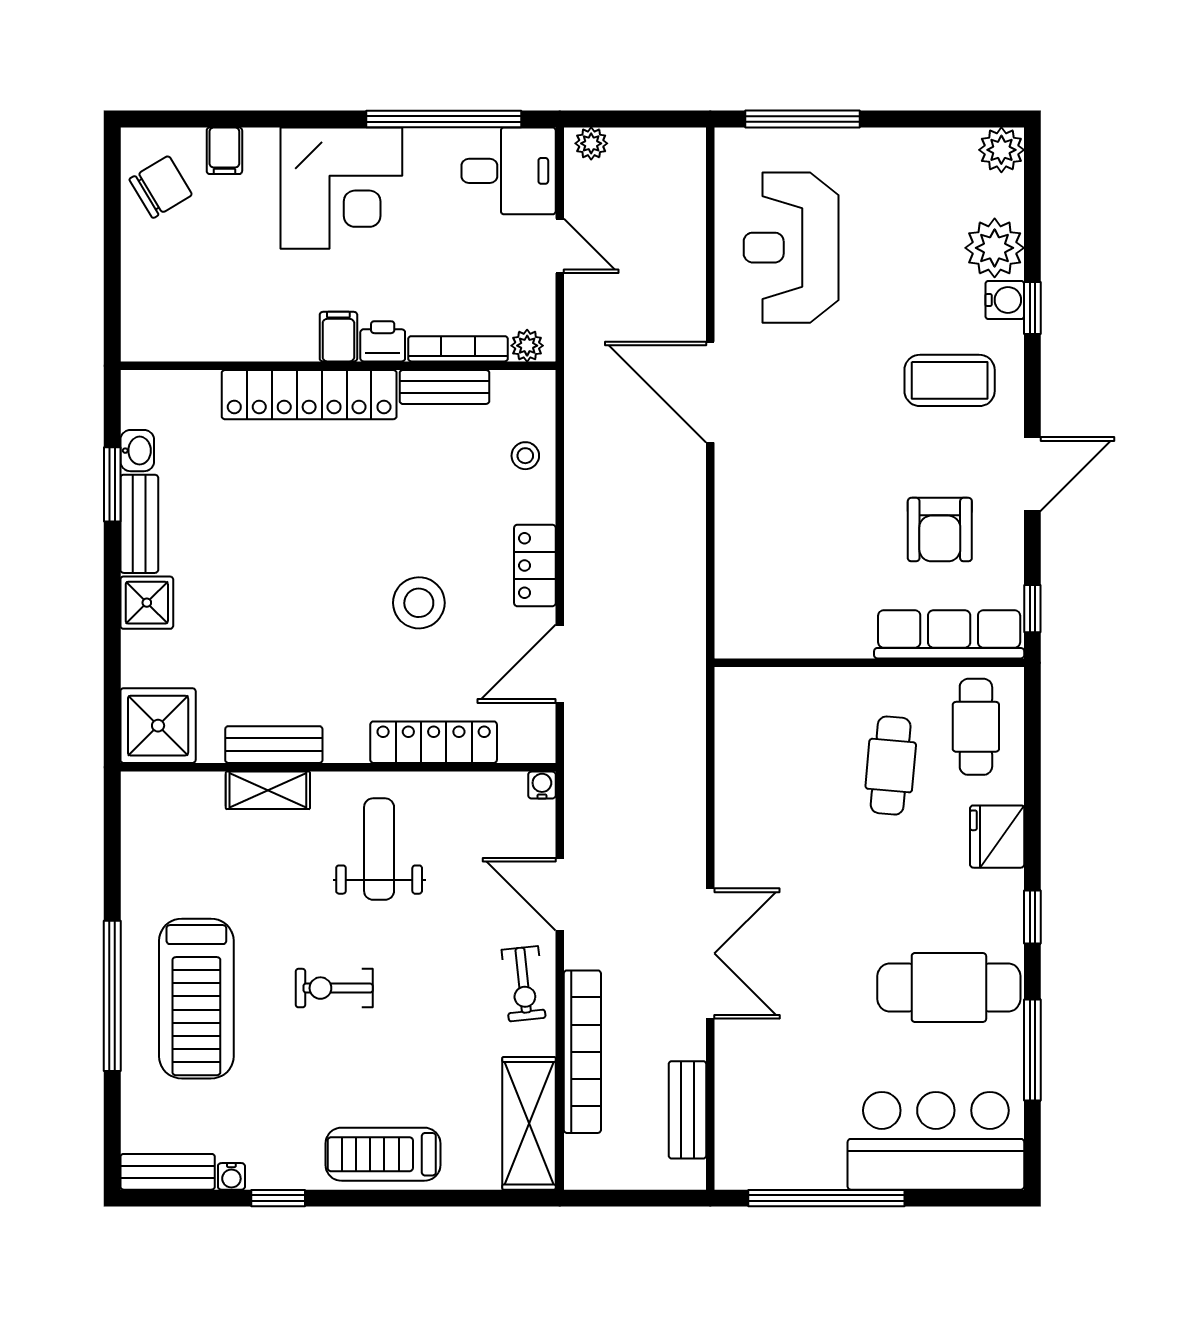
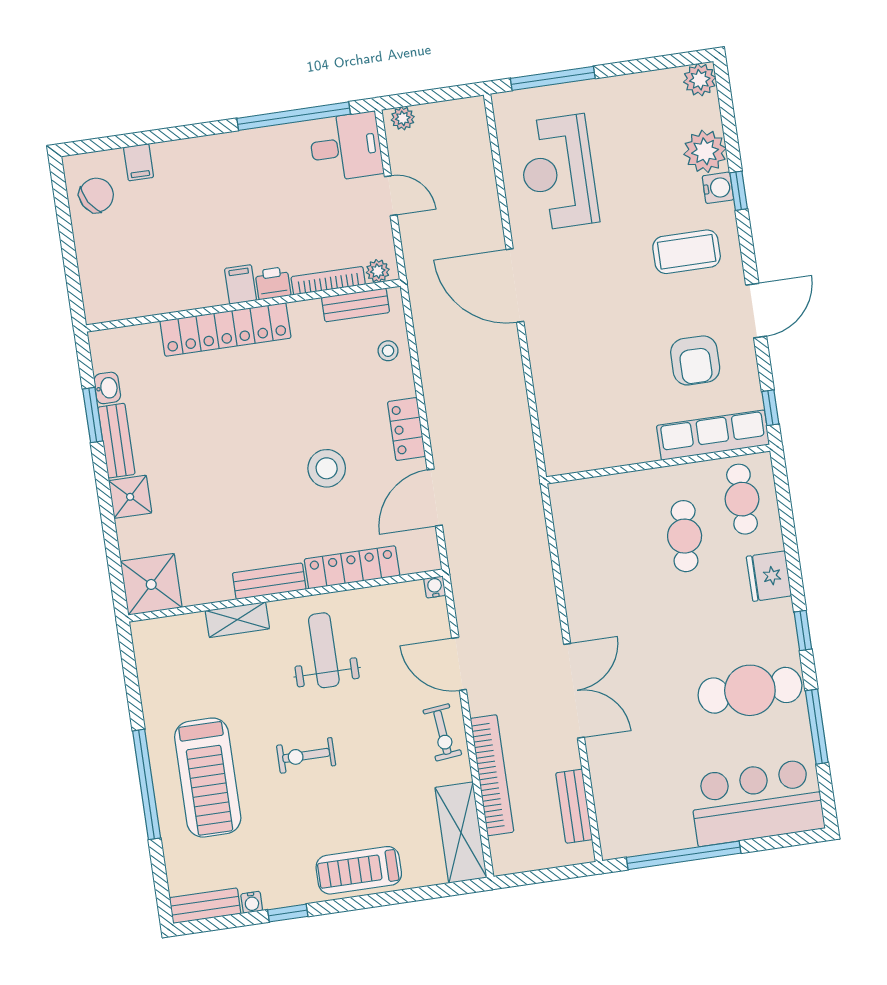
corner desk: (341, 188) -> (227, 177), removed
bench: (444, 387) -> (355, 305), moved
bench: (274, 745) -> (269, 581), moved

